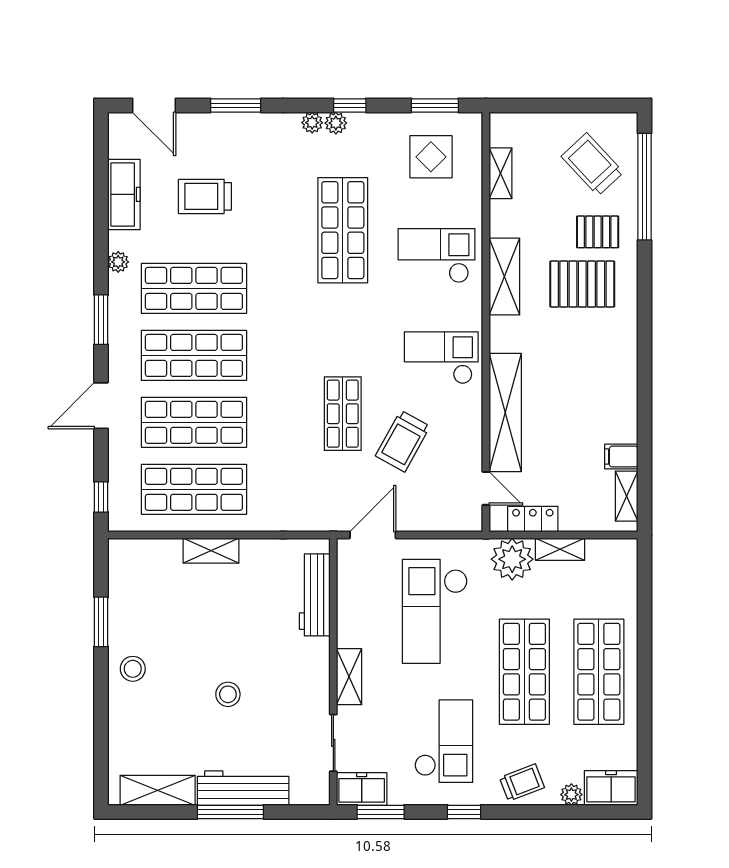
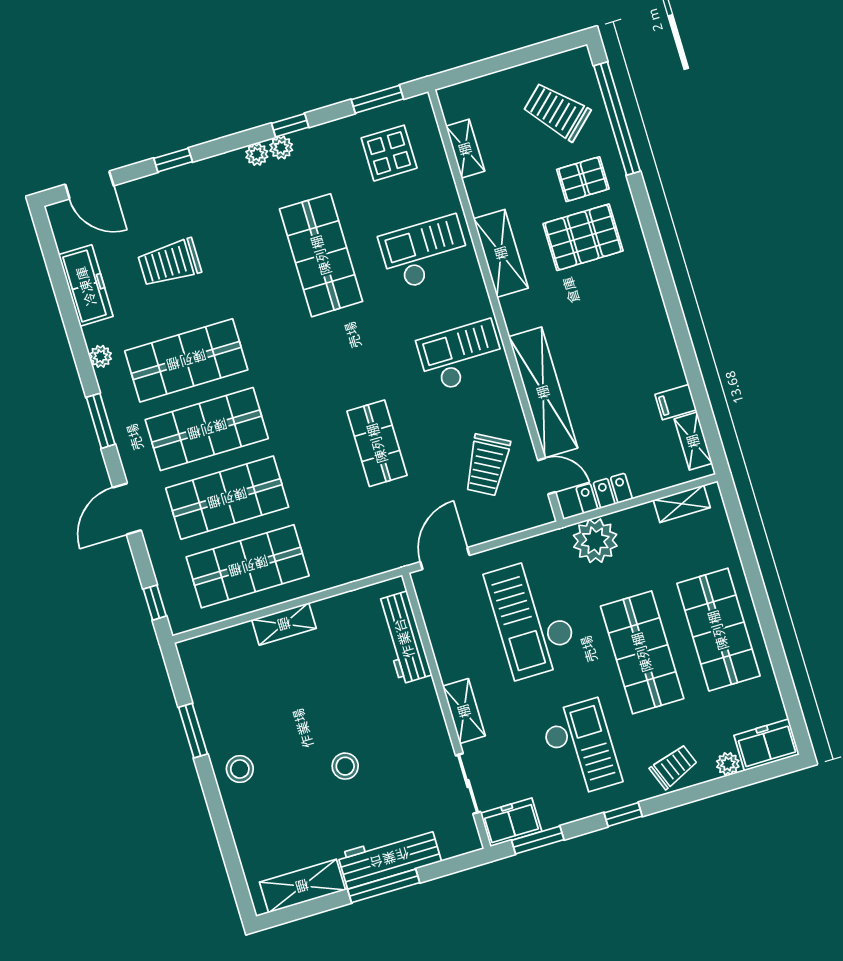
window: (236, 105) -> (173, 160), width x0.67
trolley: (403, 441) -> (487, 465), moved
shelving: (560, 549) -> (682, 504), moved

